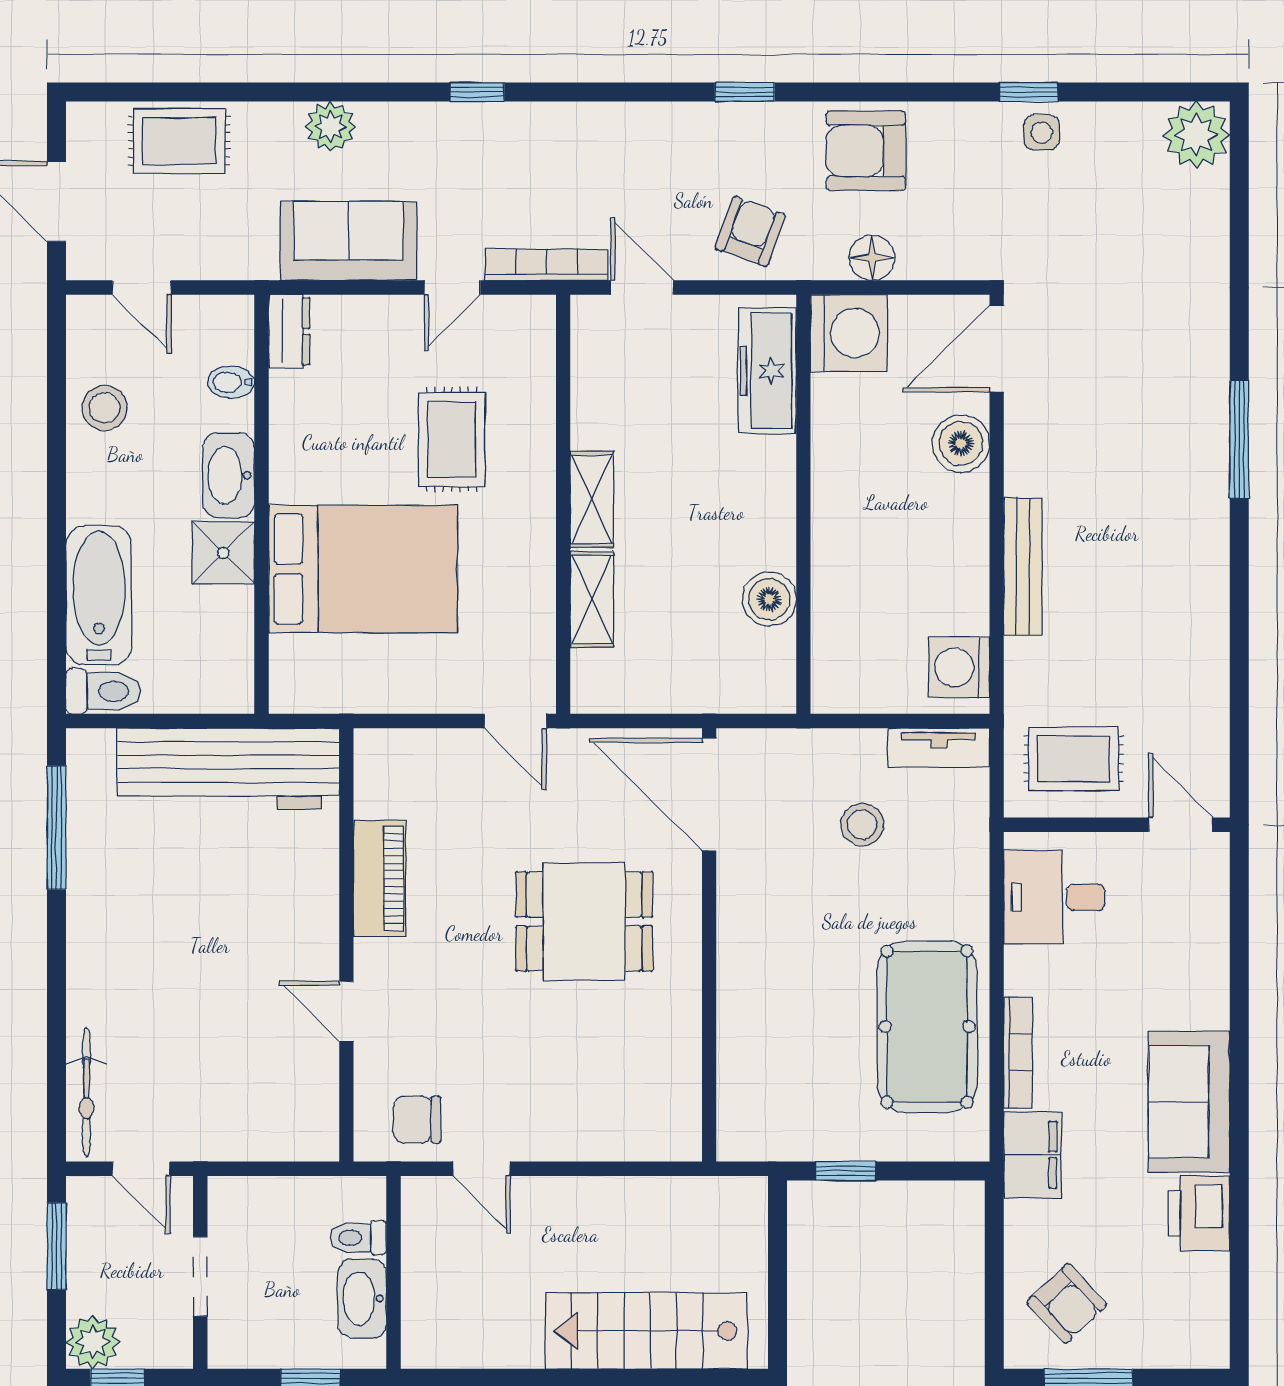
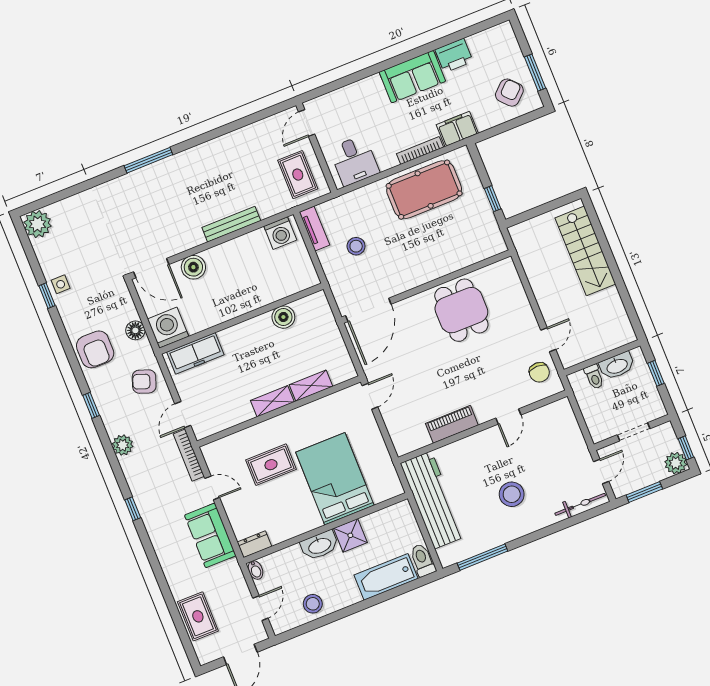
plant: (330, 127) -> (123, 445), moved
bidet: (231, 382) -> (255, 570), moved
dining table: (584, 922) -> (461, 310), moved
stool: (170, 949) -> (512, 494), added

